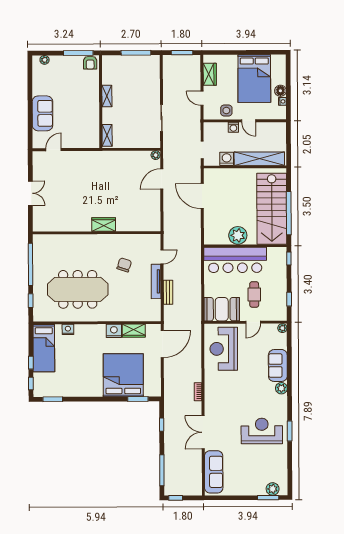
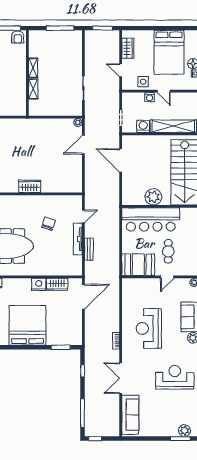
shelving: (107, 135) -> (33, 89), moved
reception desk: (224, 349) -> (149, 329), moved
bed: (123, 375) -> (28, 325), moved

